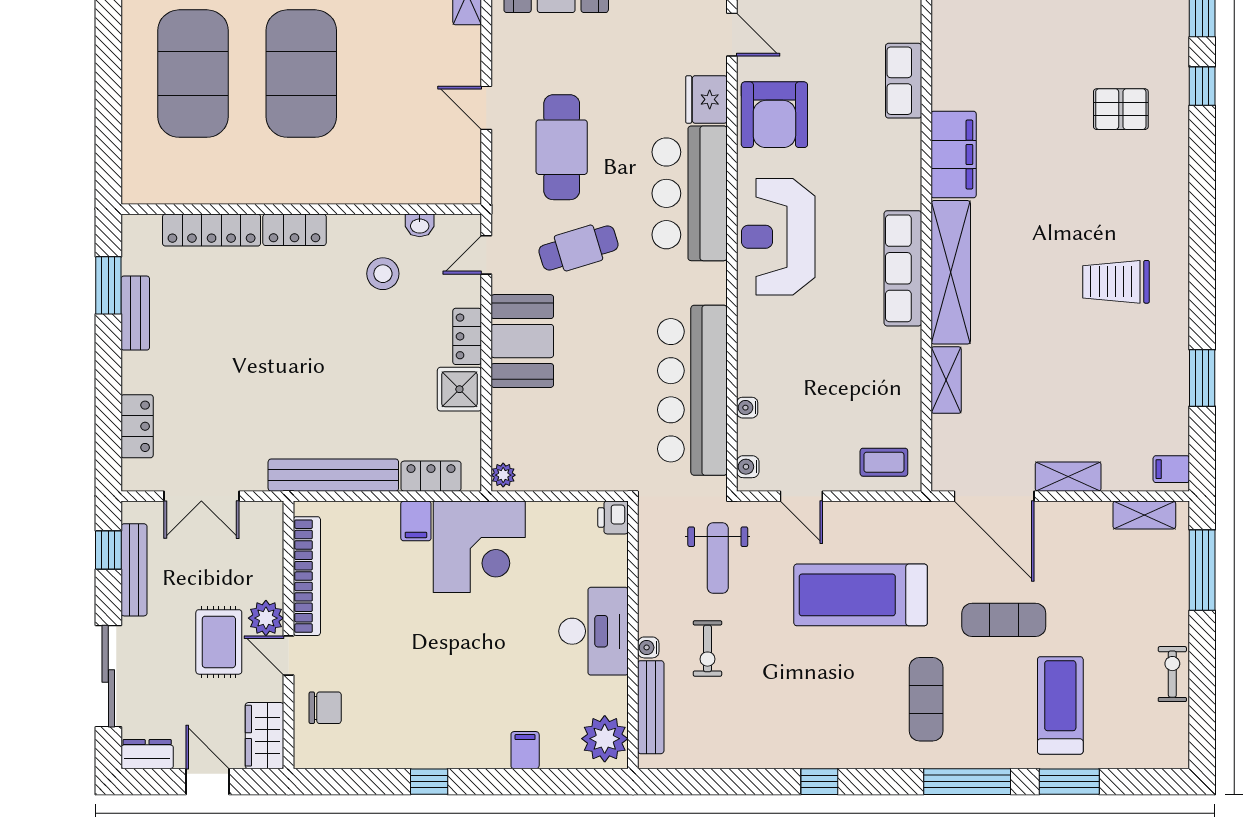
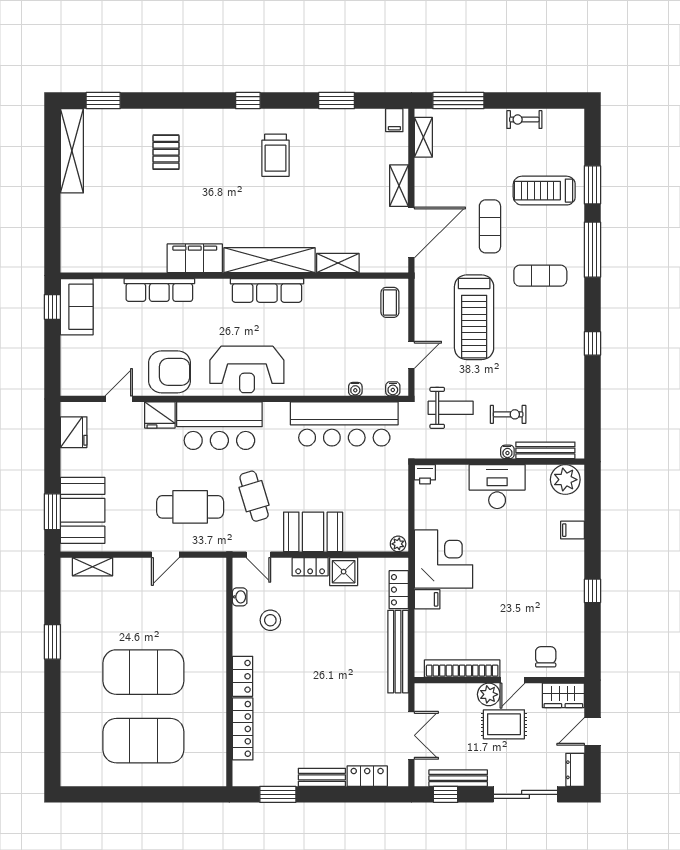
row of seats: (904, 81) -> (159, 290), width x1.48
window: (1202, 86) -> (248, 101), moved
bench: (135, 313) -> (322, 777), moved

